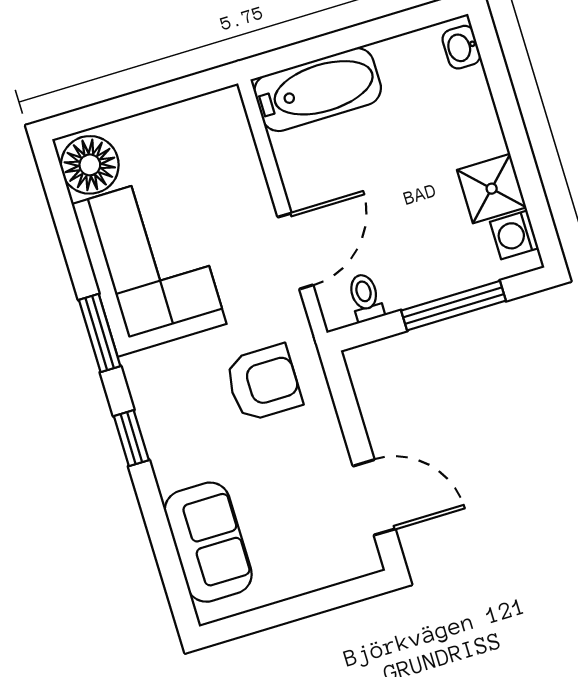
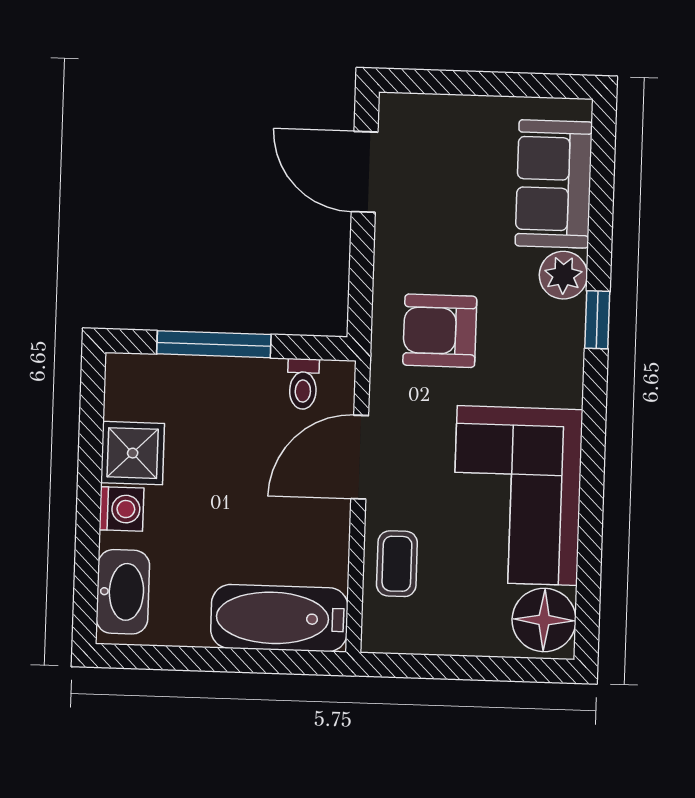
washbasin: (461, 47) -> (123, 592), width x1.91, depth x1.45
coffee table: (233, 170) -> (397, 564), added
washing machine: (514, 235) -> (122, 509), moved
window: (100, 333) -> (593, 441), removed
plant: (173, 467) -> (563, 275), added

